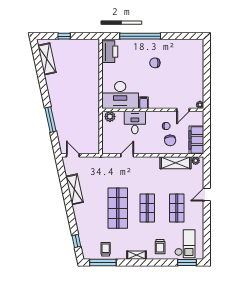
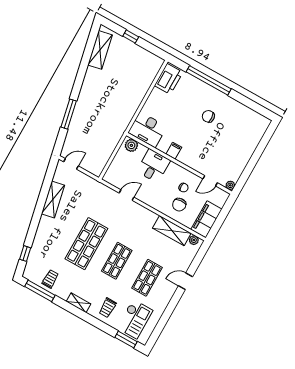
desk: (120, 95) -> (147, 130), width x0.73, depth x0.77
door: (73, 155) -> (71, 164), hinge flipped

